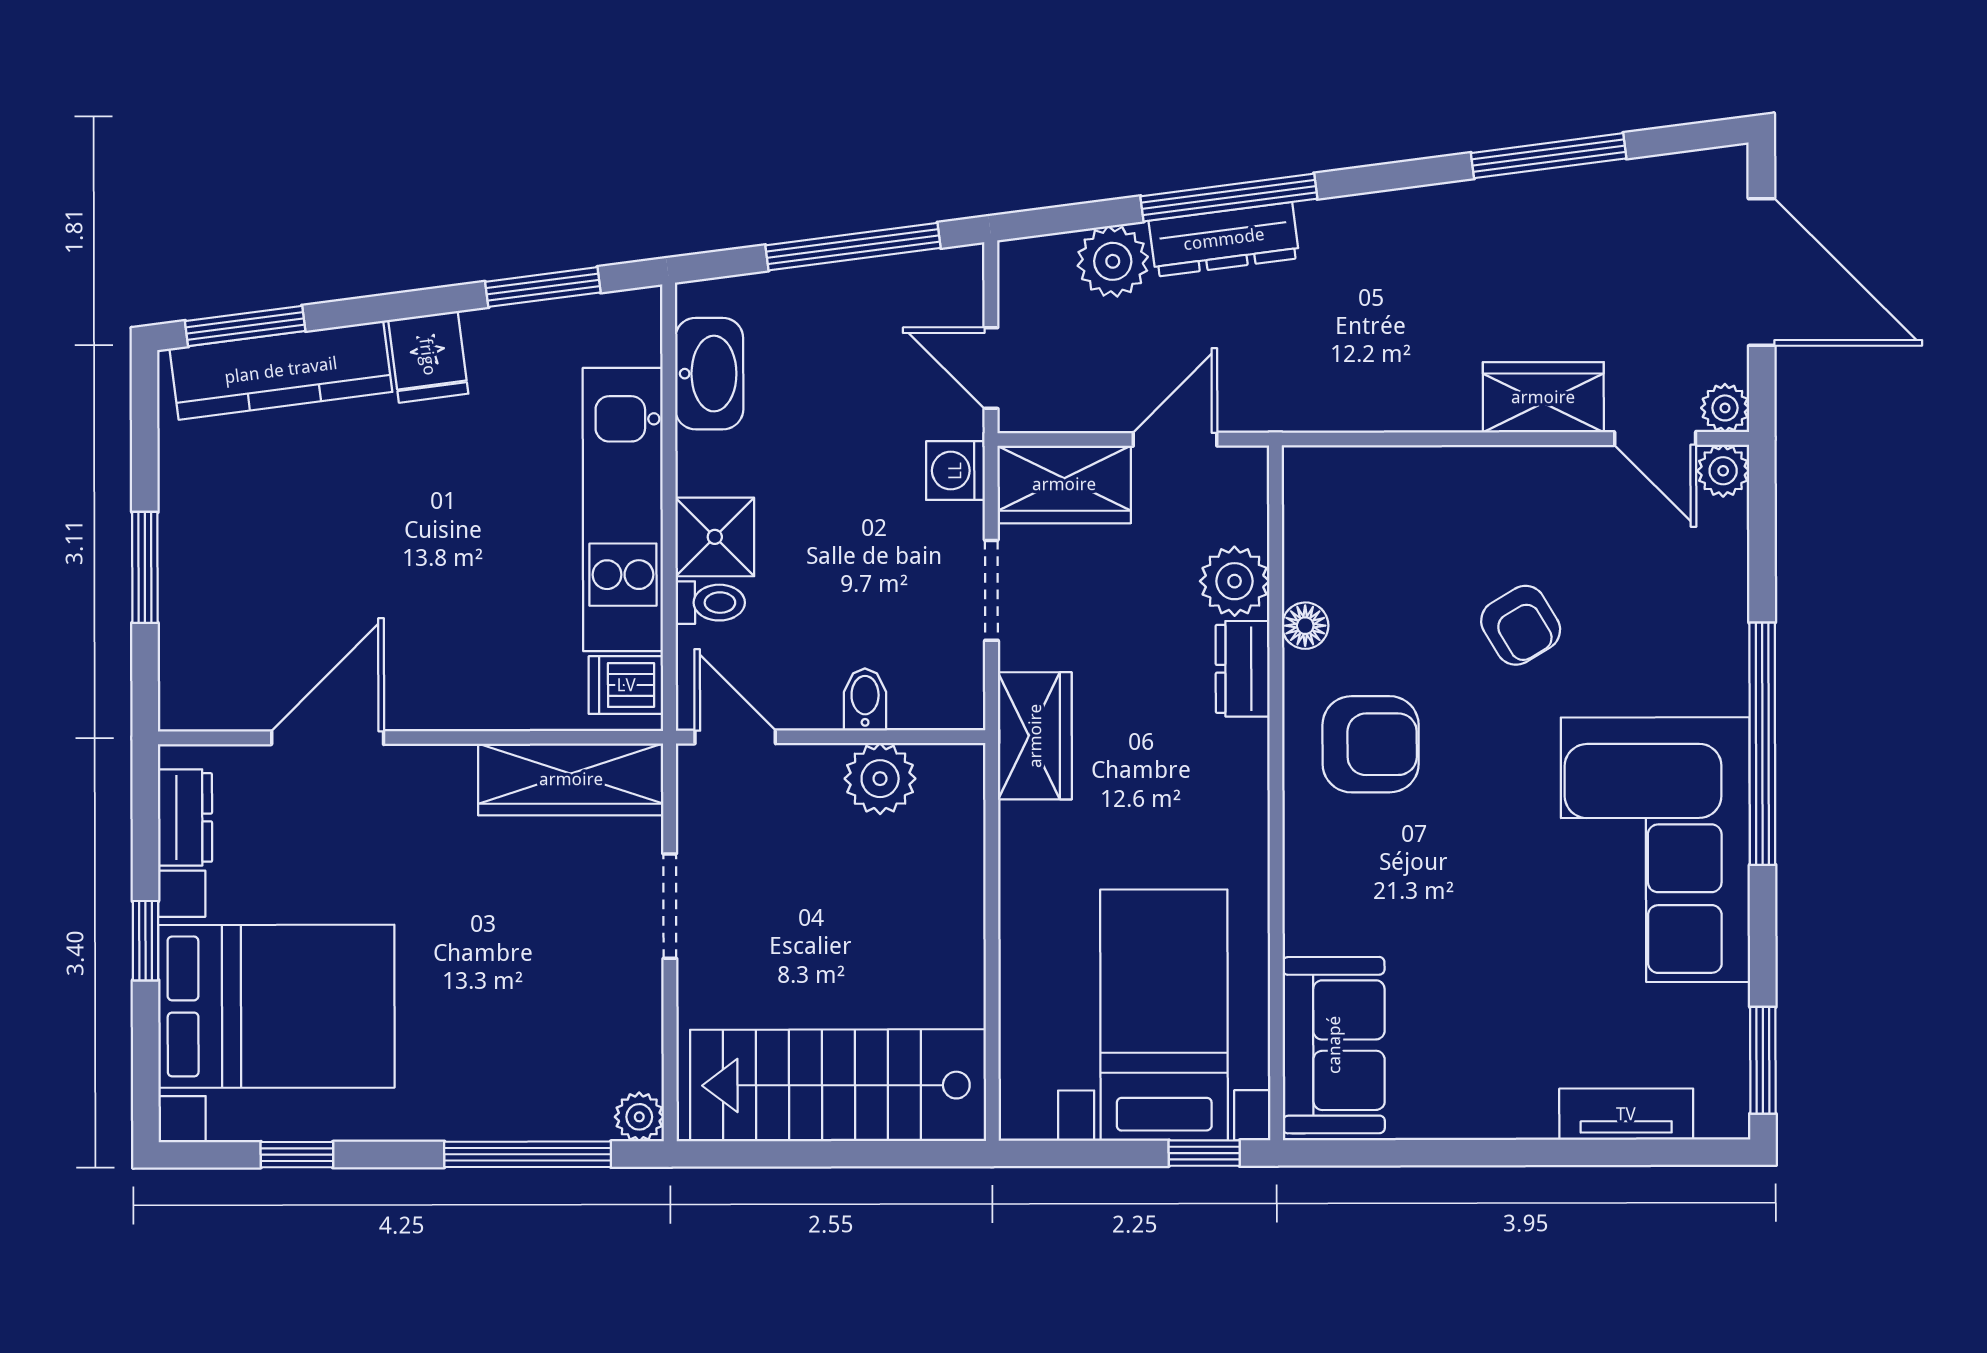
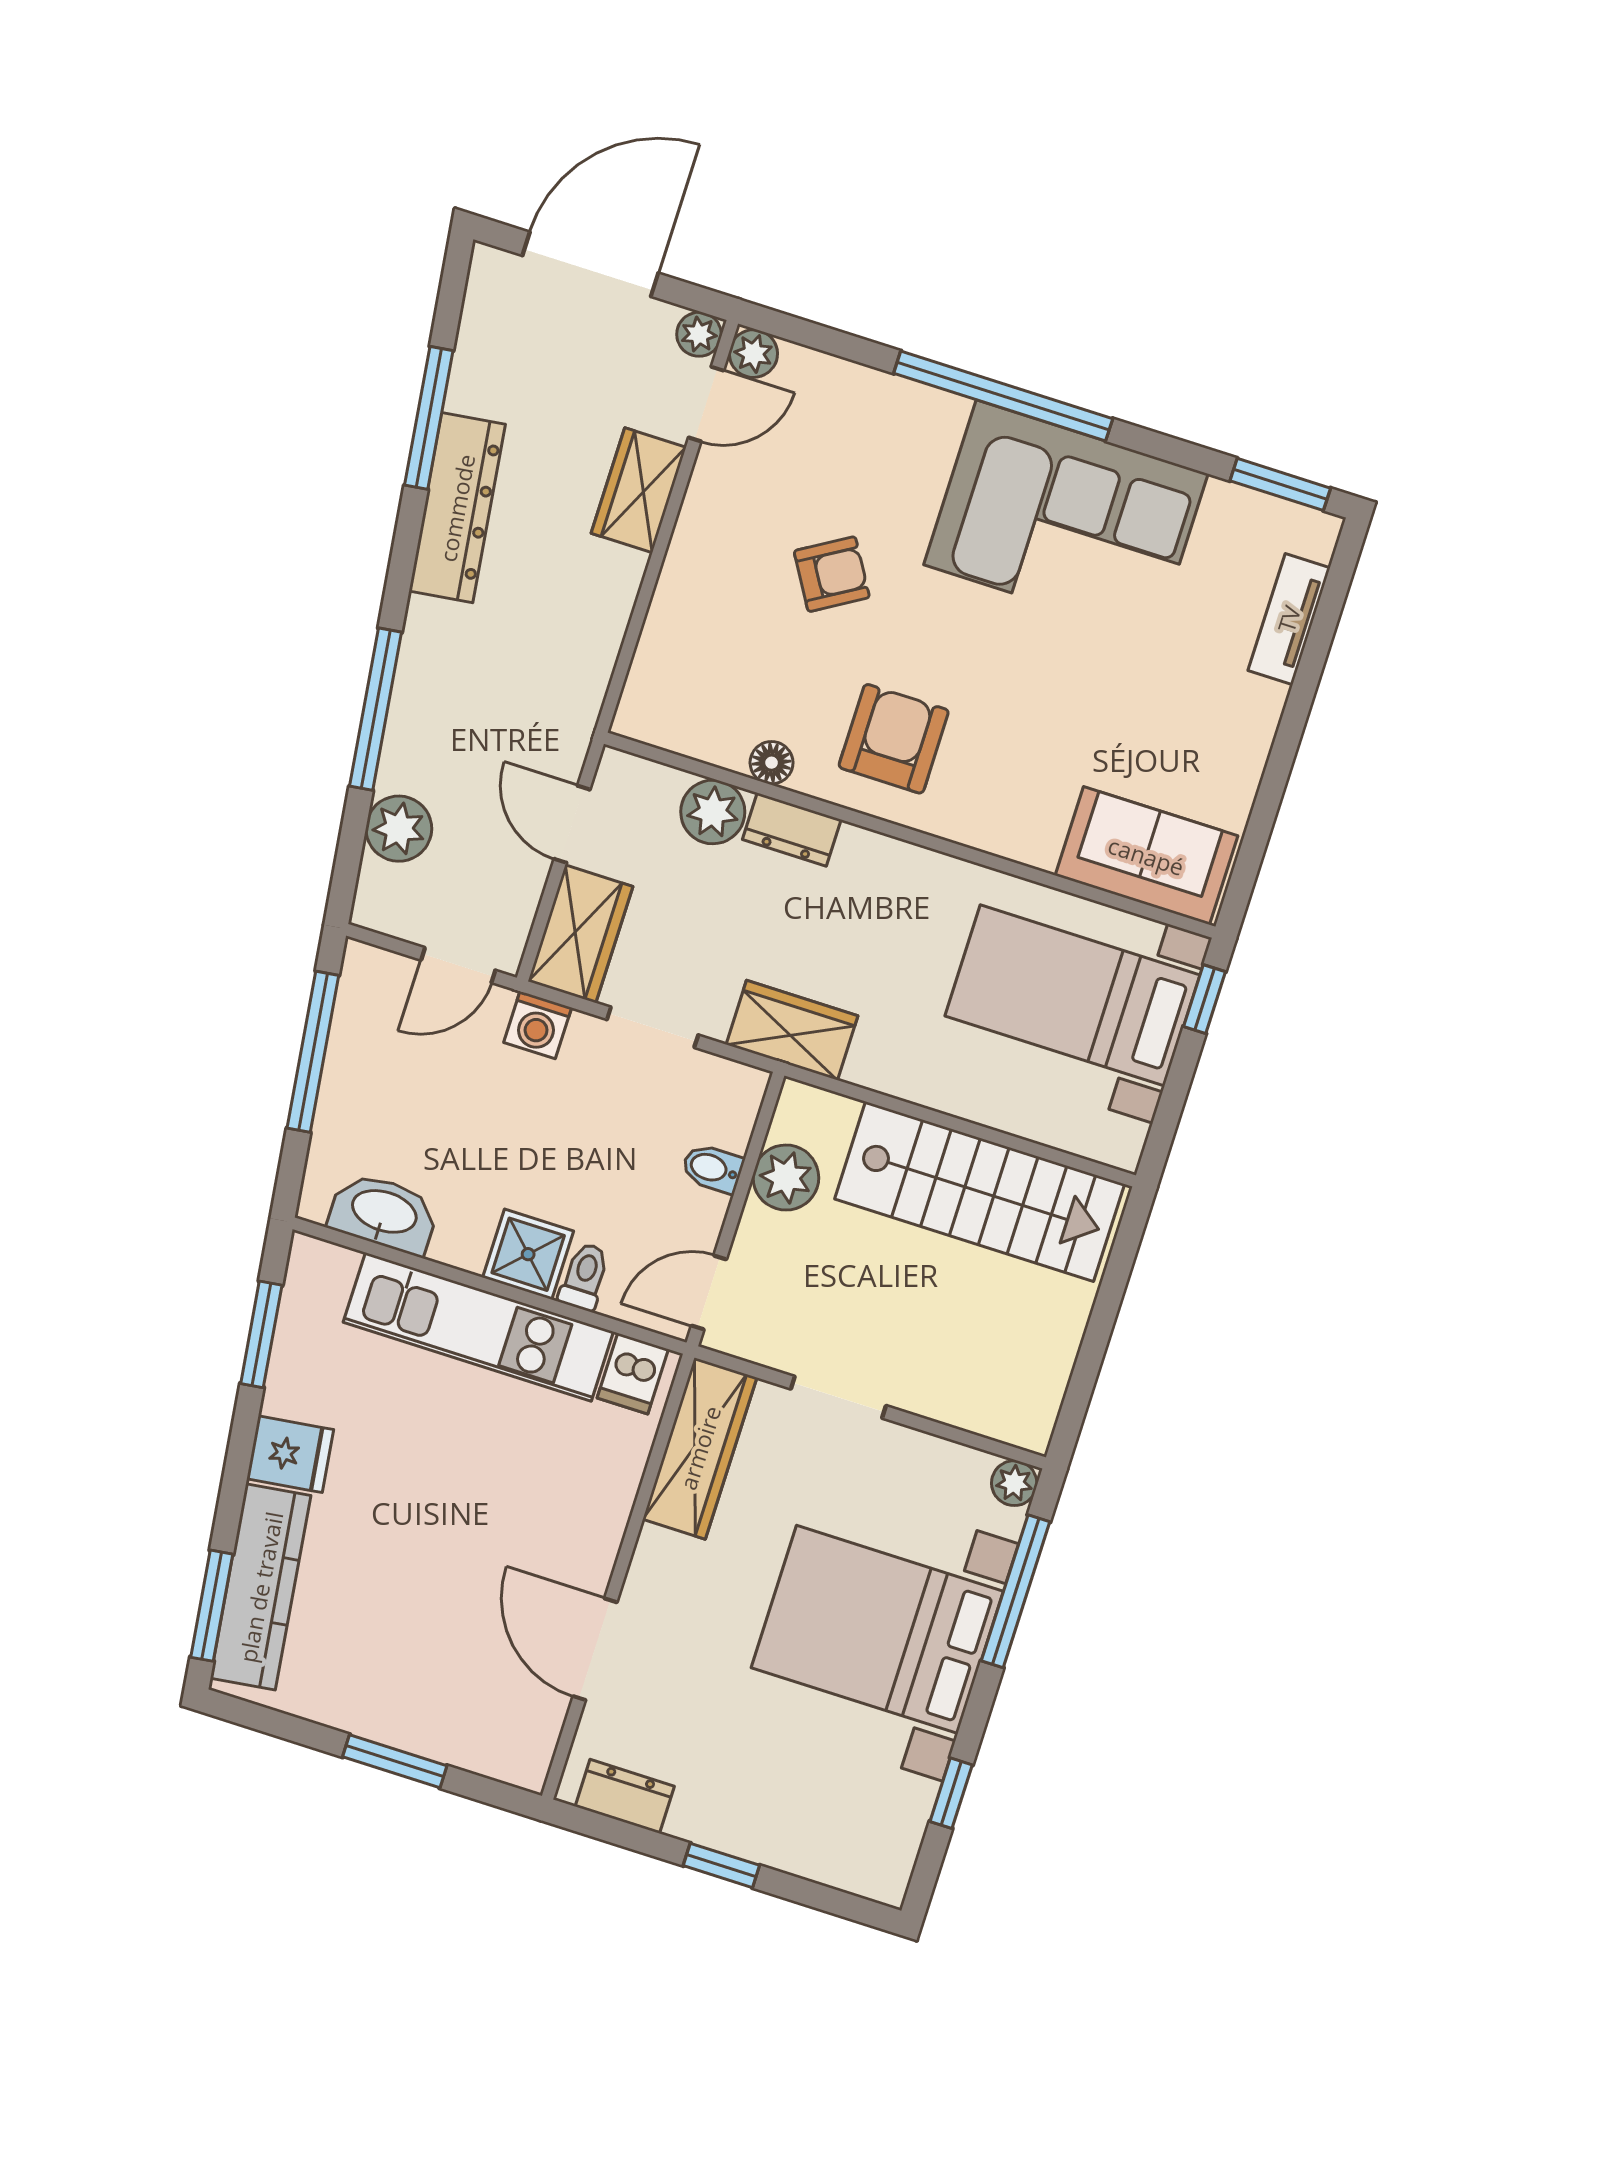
dresser: (1224, 239) -> (457, 508), moved, width x1.37, depth x1.24
bed with nightstands: (276, 1006) -> (877, 1629), moved, turned -90
stairs: (838, 1085) -> (980, 1191), moved, turned -90

